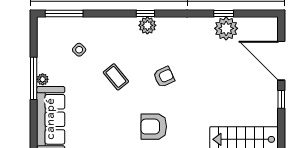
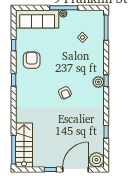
plant: (226, 28) -> (96, 160), moved
coffee table: (116, 77) -> (65, 61), removed
armchair: (154, 127) -> (32, 60), moved

